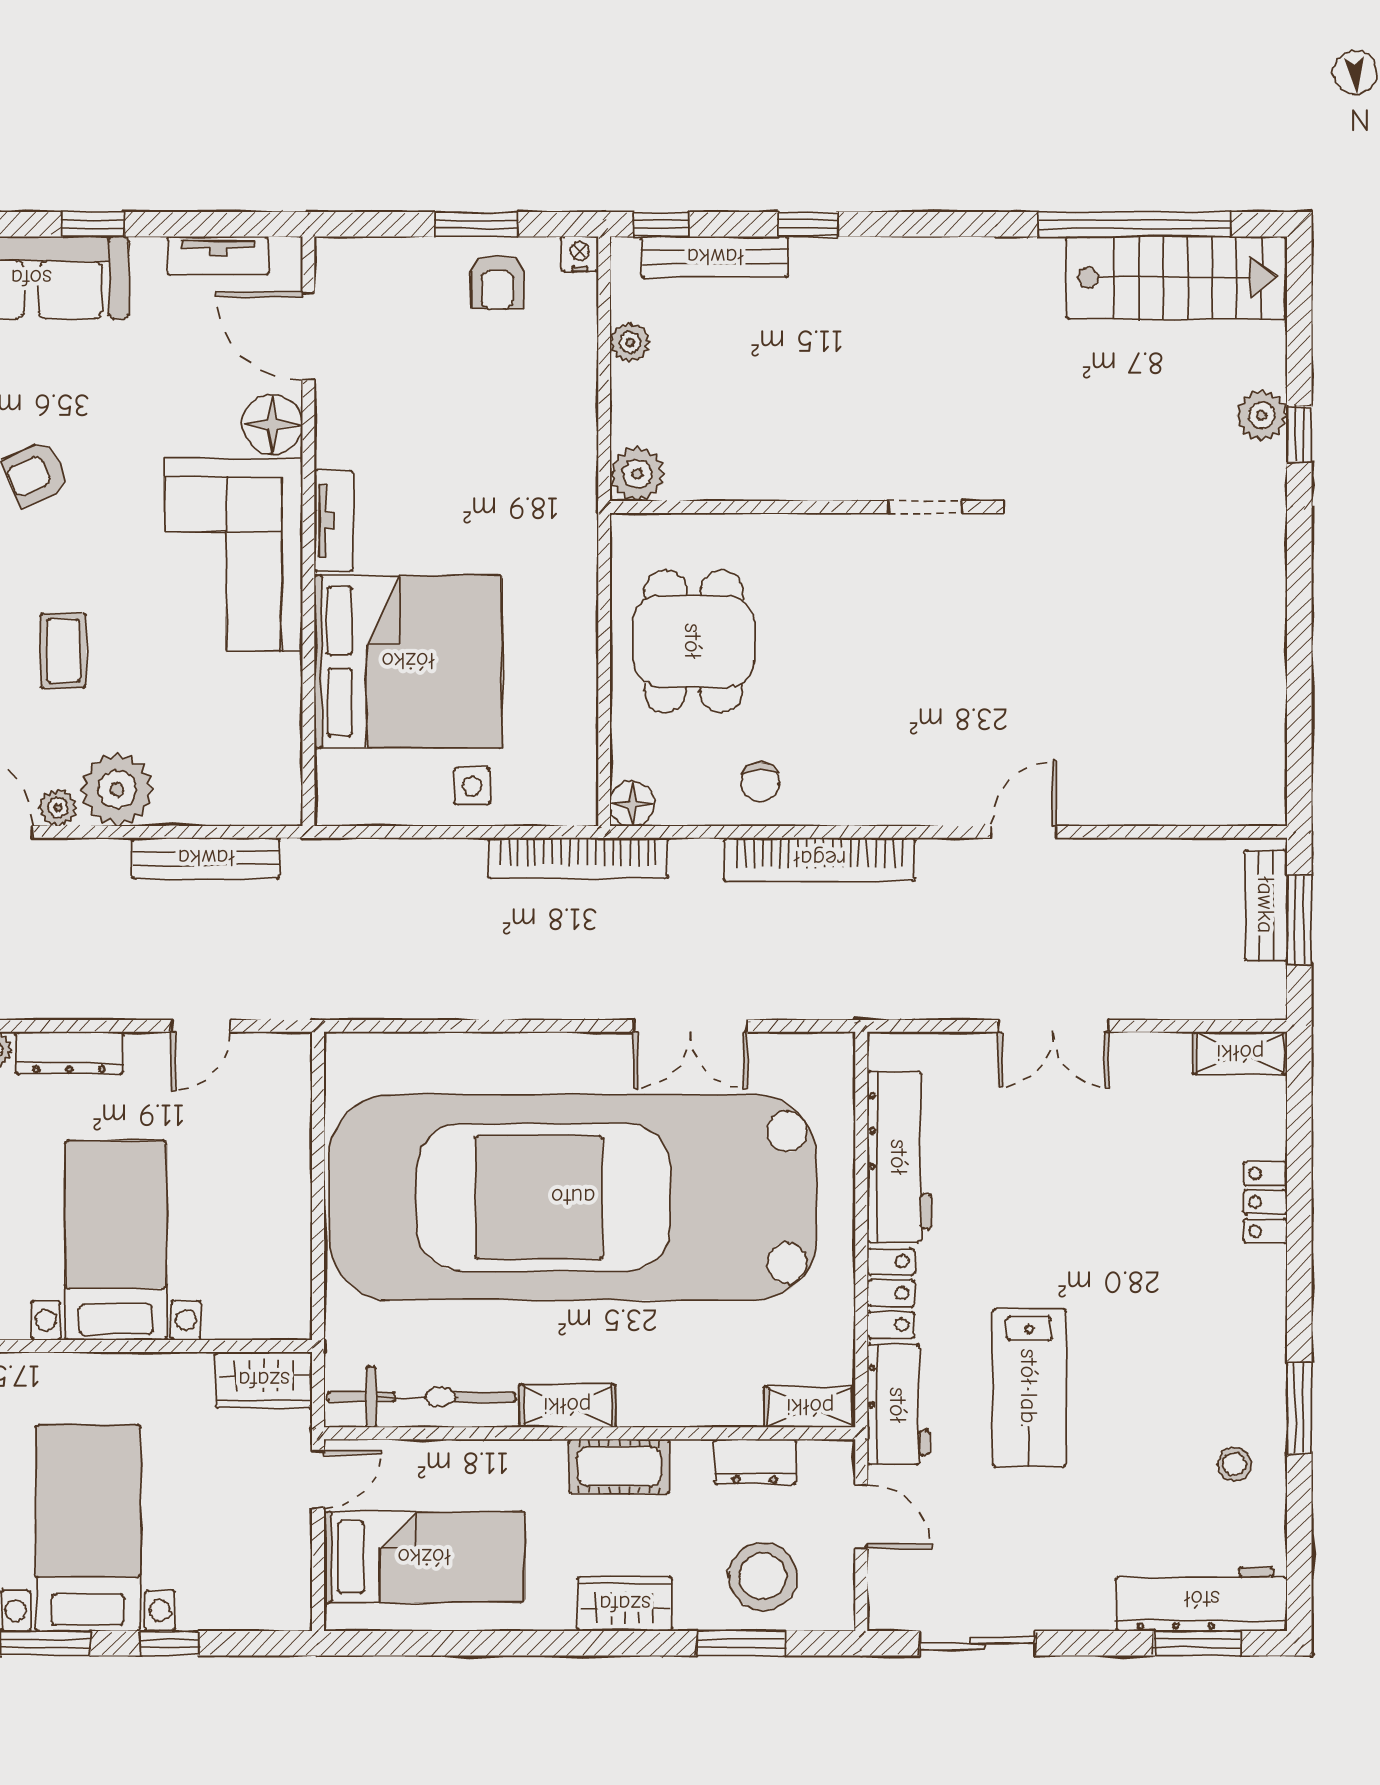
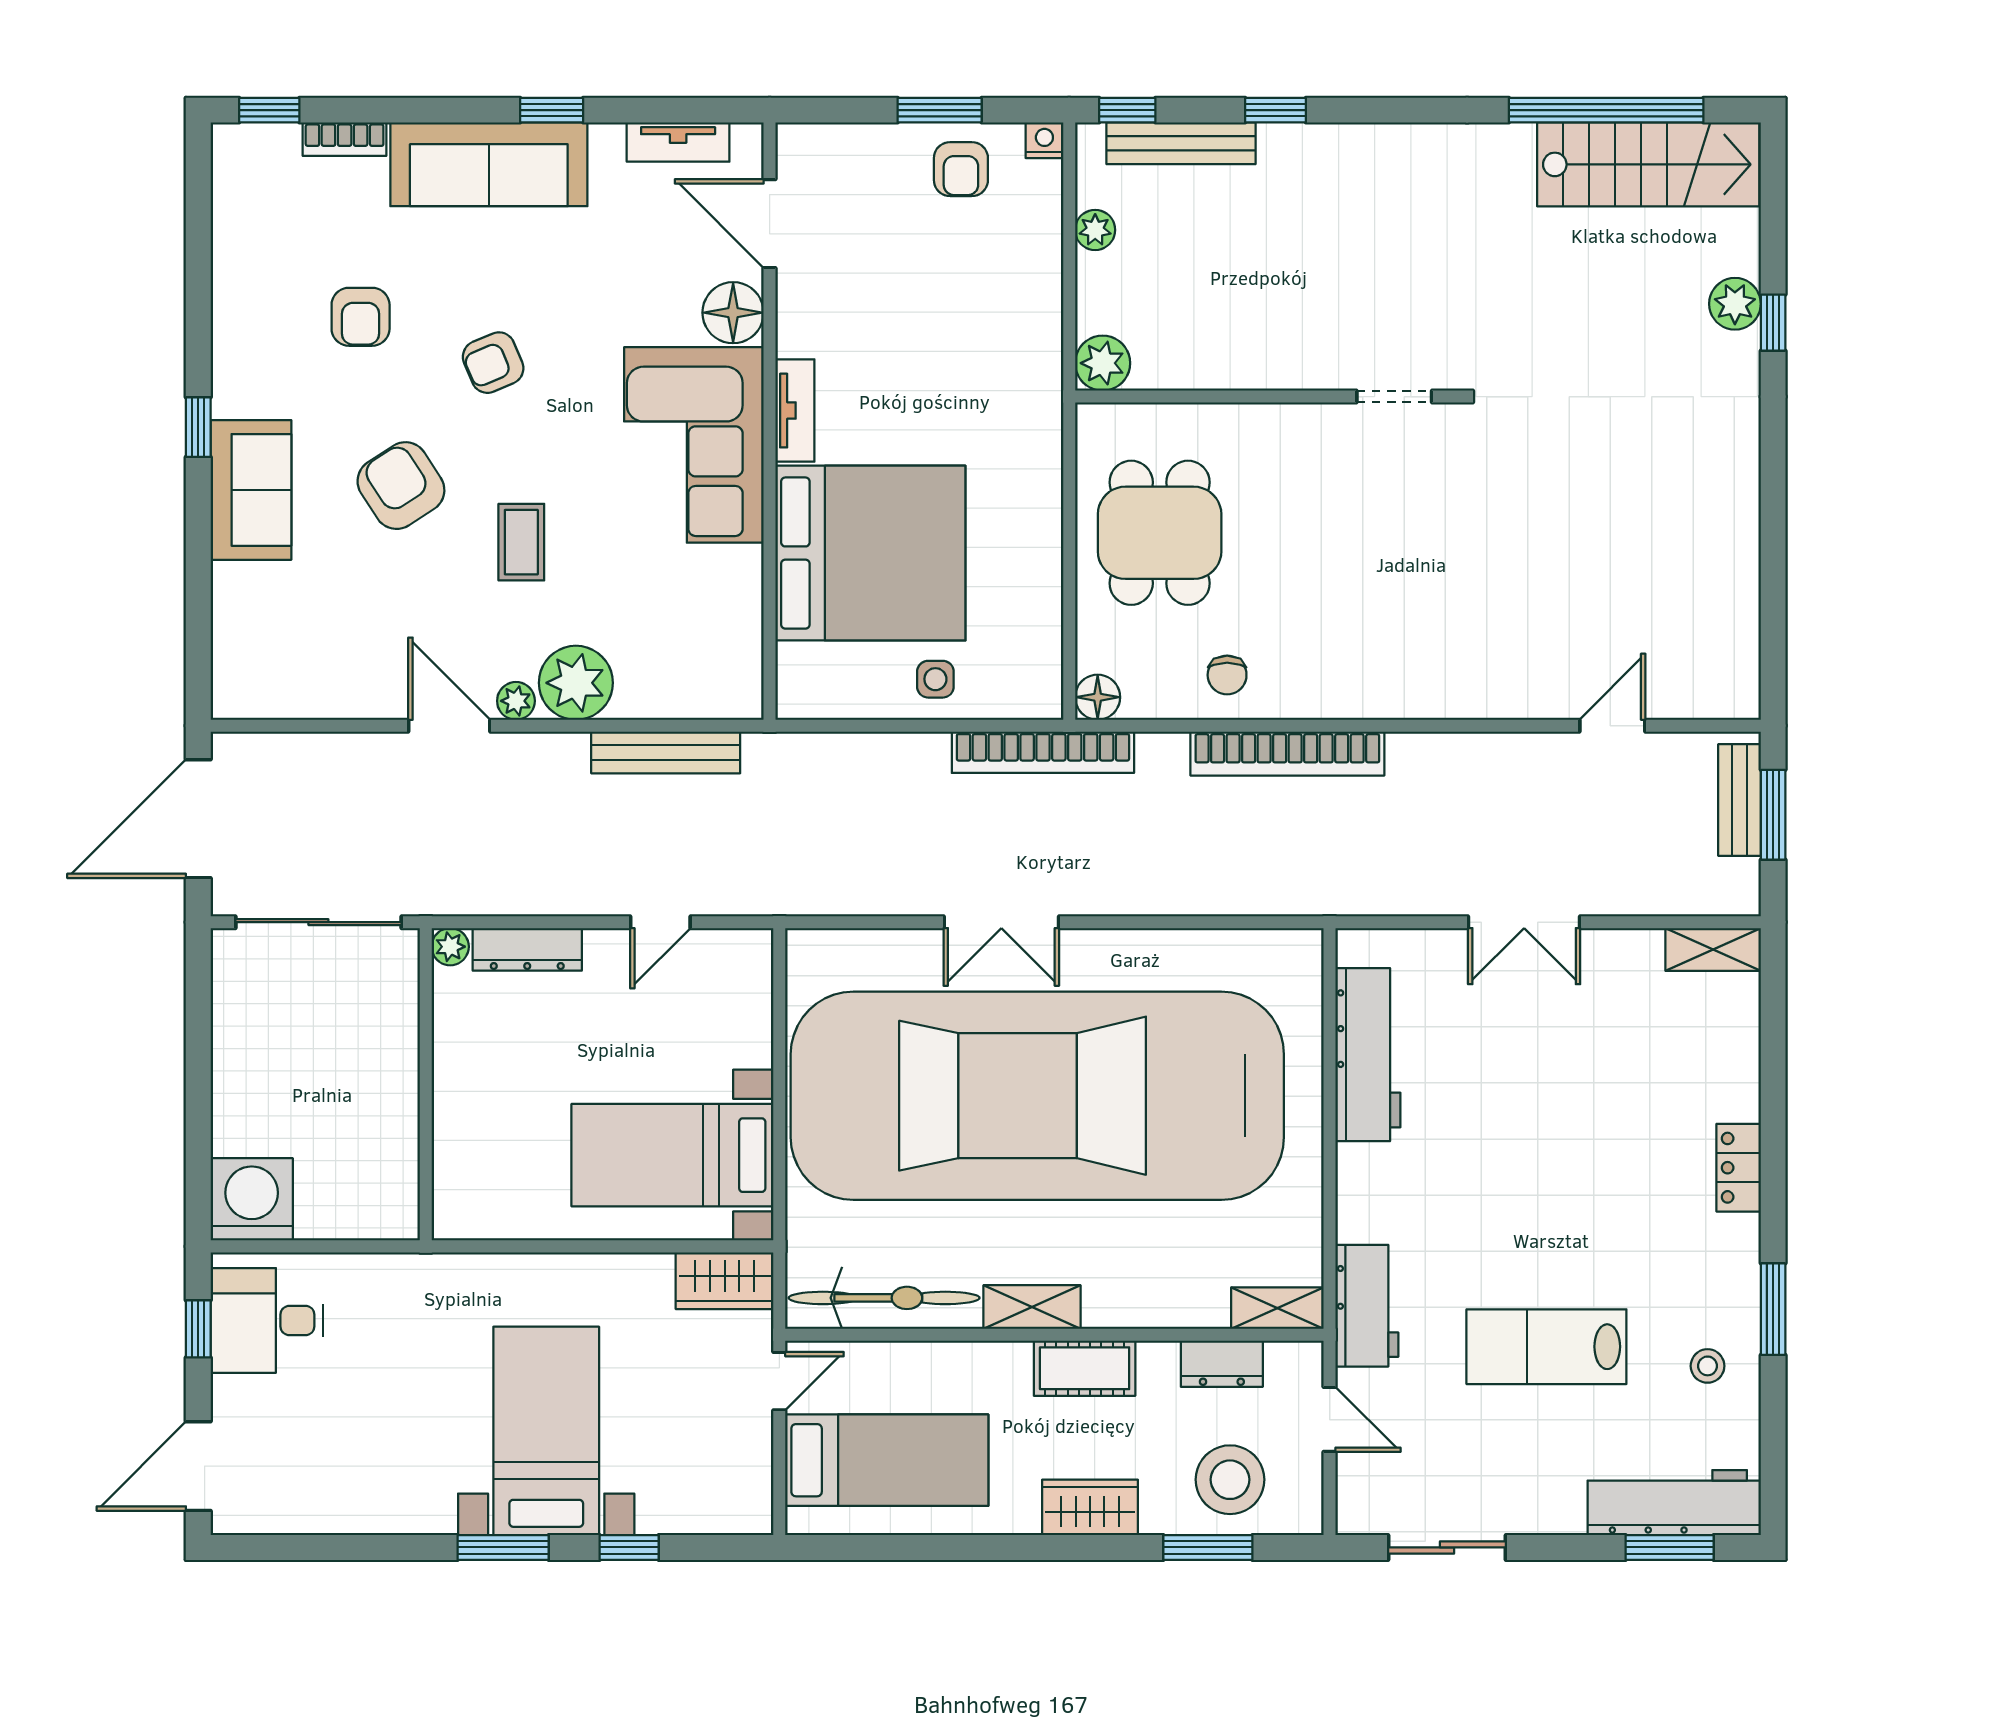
door: (1024, 832) -> (1612, 726), moved
double door: (690, 1026) -> (1001, 922), moved
locker: (1265, 1202) -> (1739, 1168), moved
bed with nightstands: (116, 1240) -> (672, 1155), moved, turned -90
locker: (891, 1293) -> (1360, 1193), removed
lab bench: (1029, 1388) -> (1546, 1347), moved, turned 90

